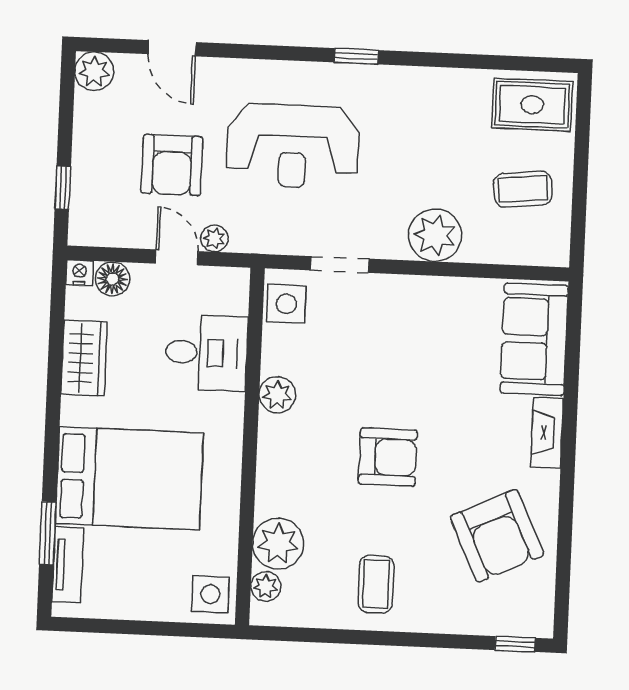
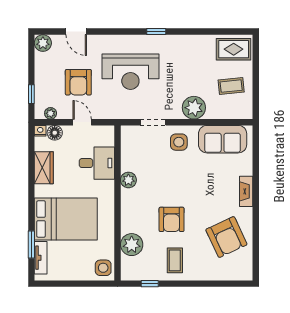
plant: (214, 238) -> (51, 113), moved
side table: (286, 304) -> (179, 142), moved
sofa: (534, 339) -> (223, 139), moved, turned -90
armchair: (388, 457) -> (172, 219), moved, turned 90
plant: (266, 586) -> (127, 263), removed
window: (515, 644) -> (150, 284), moved

